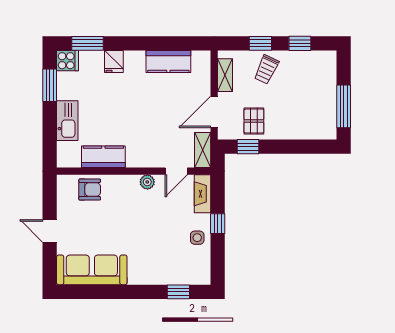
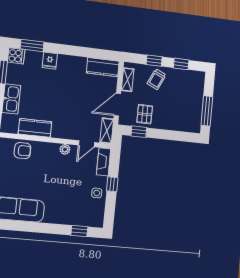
kitchen counter: (168, 62) -> (103, 67), moved

